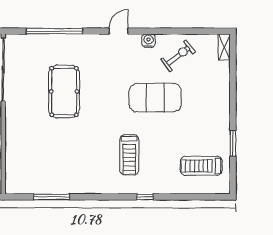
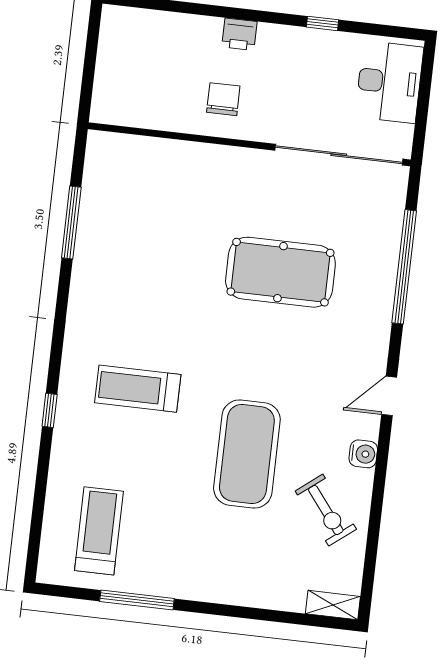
door: (119, 31) -> (389, 396), swing flipped
window: (233, 143) -> (137, 600), width x1.44

